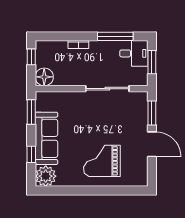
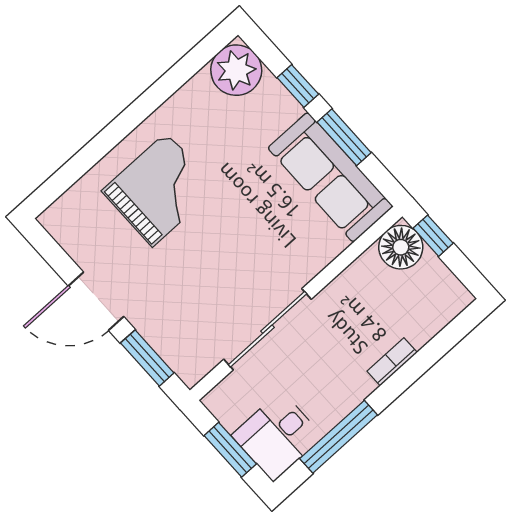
window: (31, 57) -> (433, 236), moved
window: (31, 112) -> (344, 137), moved
sofa: (46, 138) -> (330, 177), moved

